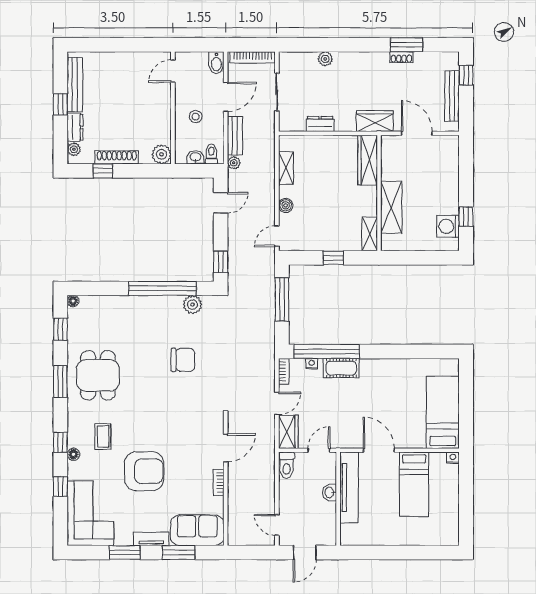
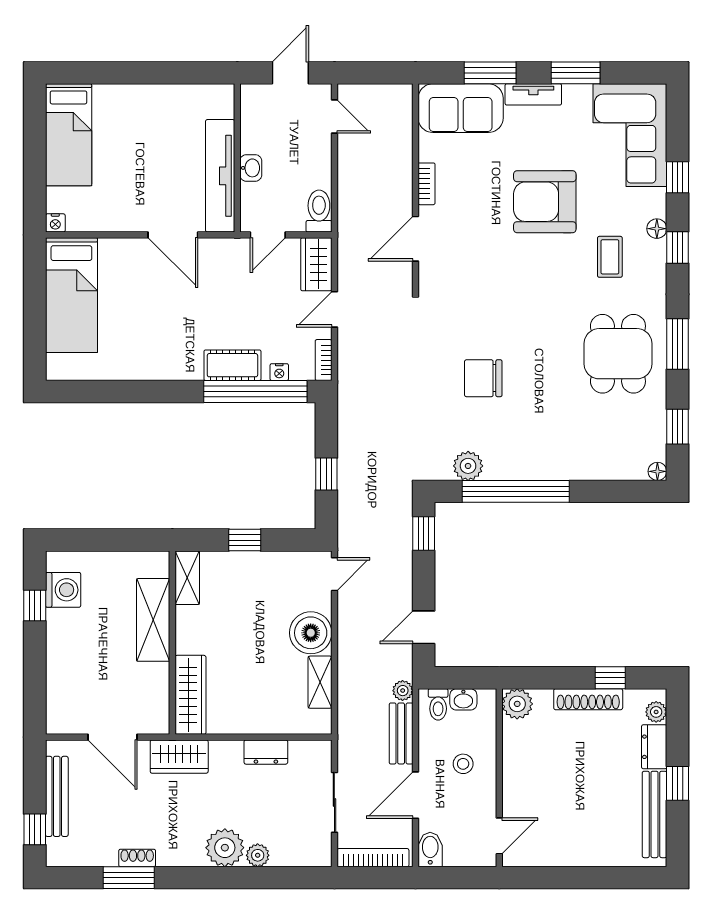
plant: (346, 64) -> (225, 848), added
boiler: (286, 205) -> (311, 633), width x1.86, depth x1.86
window: (282, 299) -> (326, 474), width x0.46
bed: (414, 484) -> (69, 135), moved, turned 180

